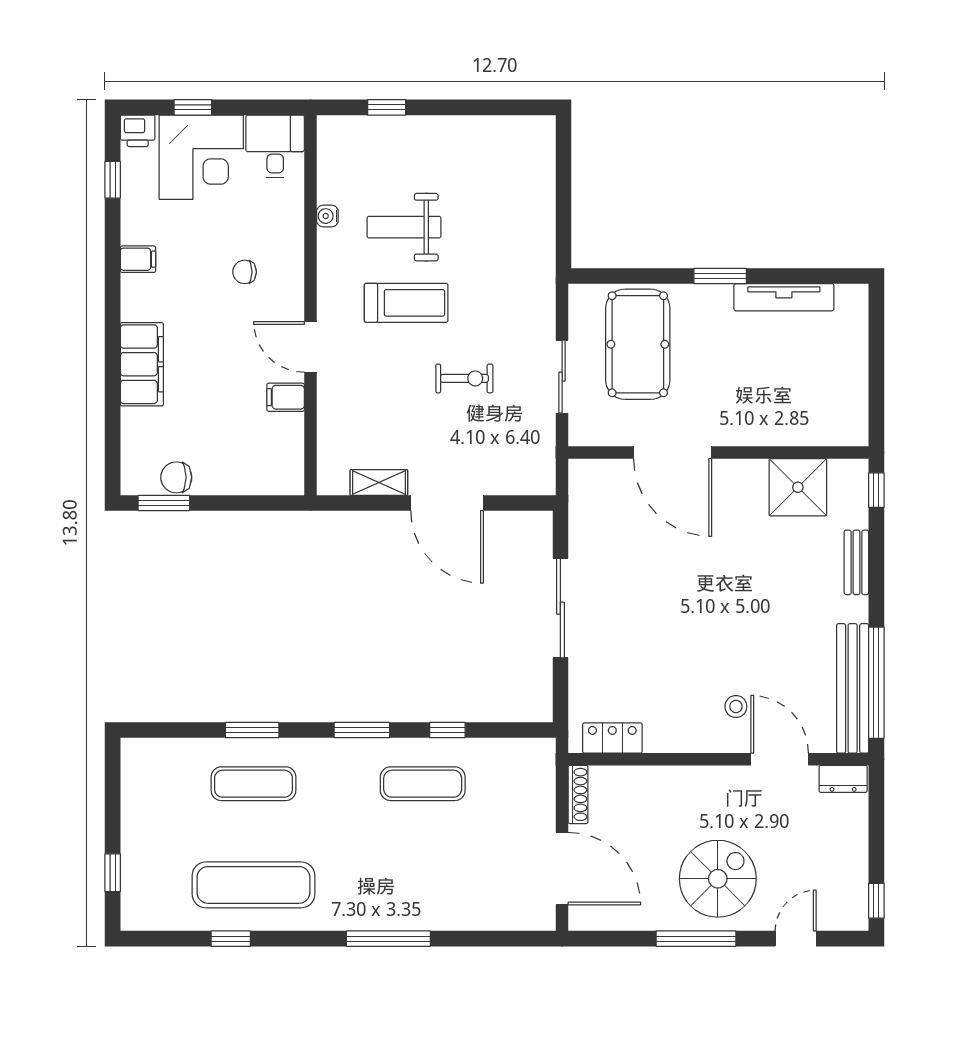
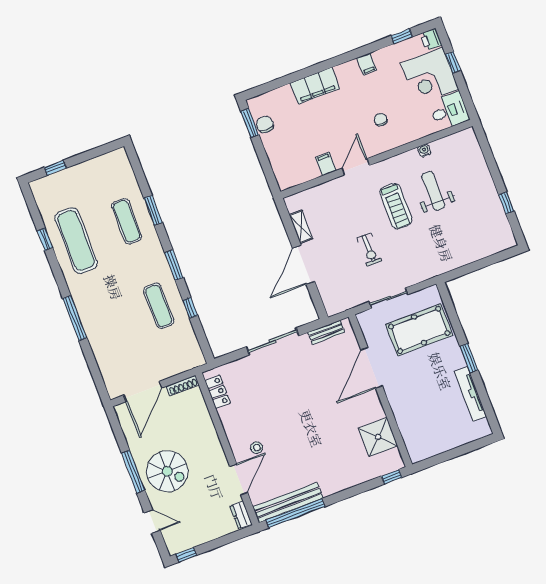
window: (387, 107) -> (506, 203), moved
bench: (856, 562) -> (326, 332), moved

